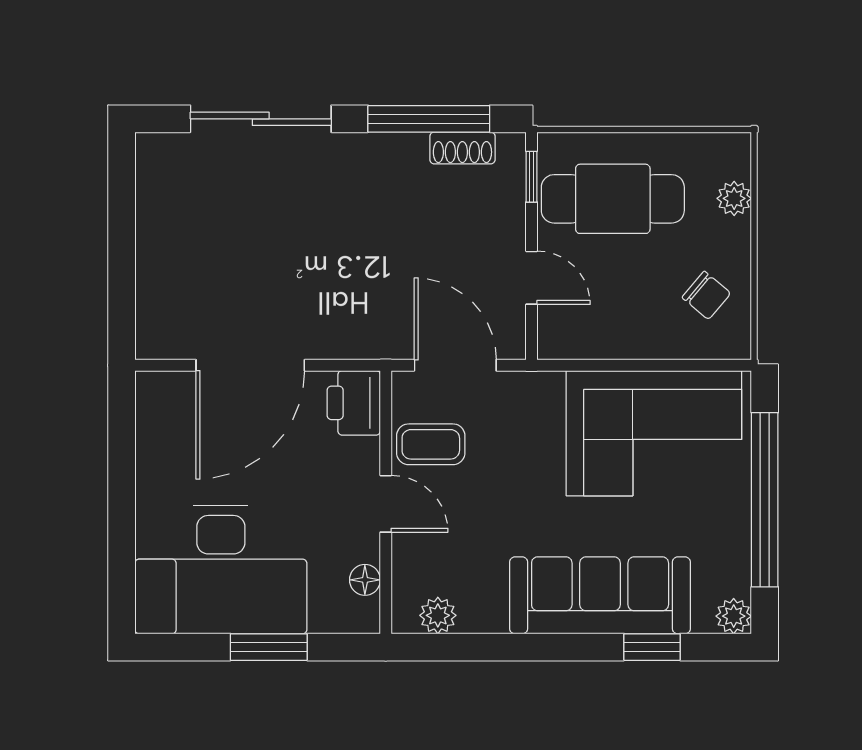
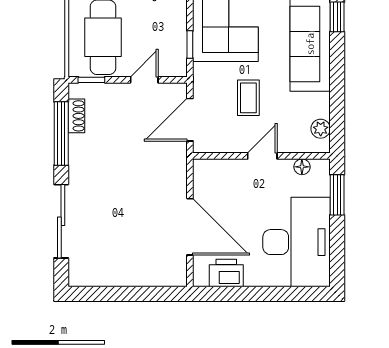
window: (599, 365) -> (190, 44), added
printer: (354, 403) -> (226, 273), moved, turned 180
coffee table: (431, 444) -> (248, 98), moved
window: (269, 647) -> (337, 195), moved

